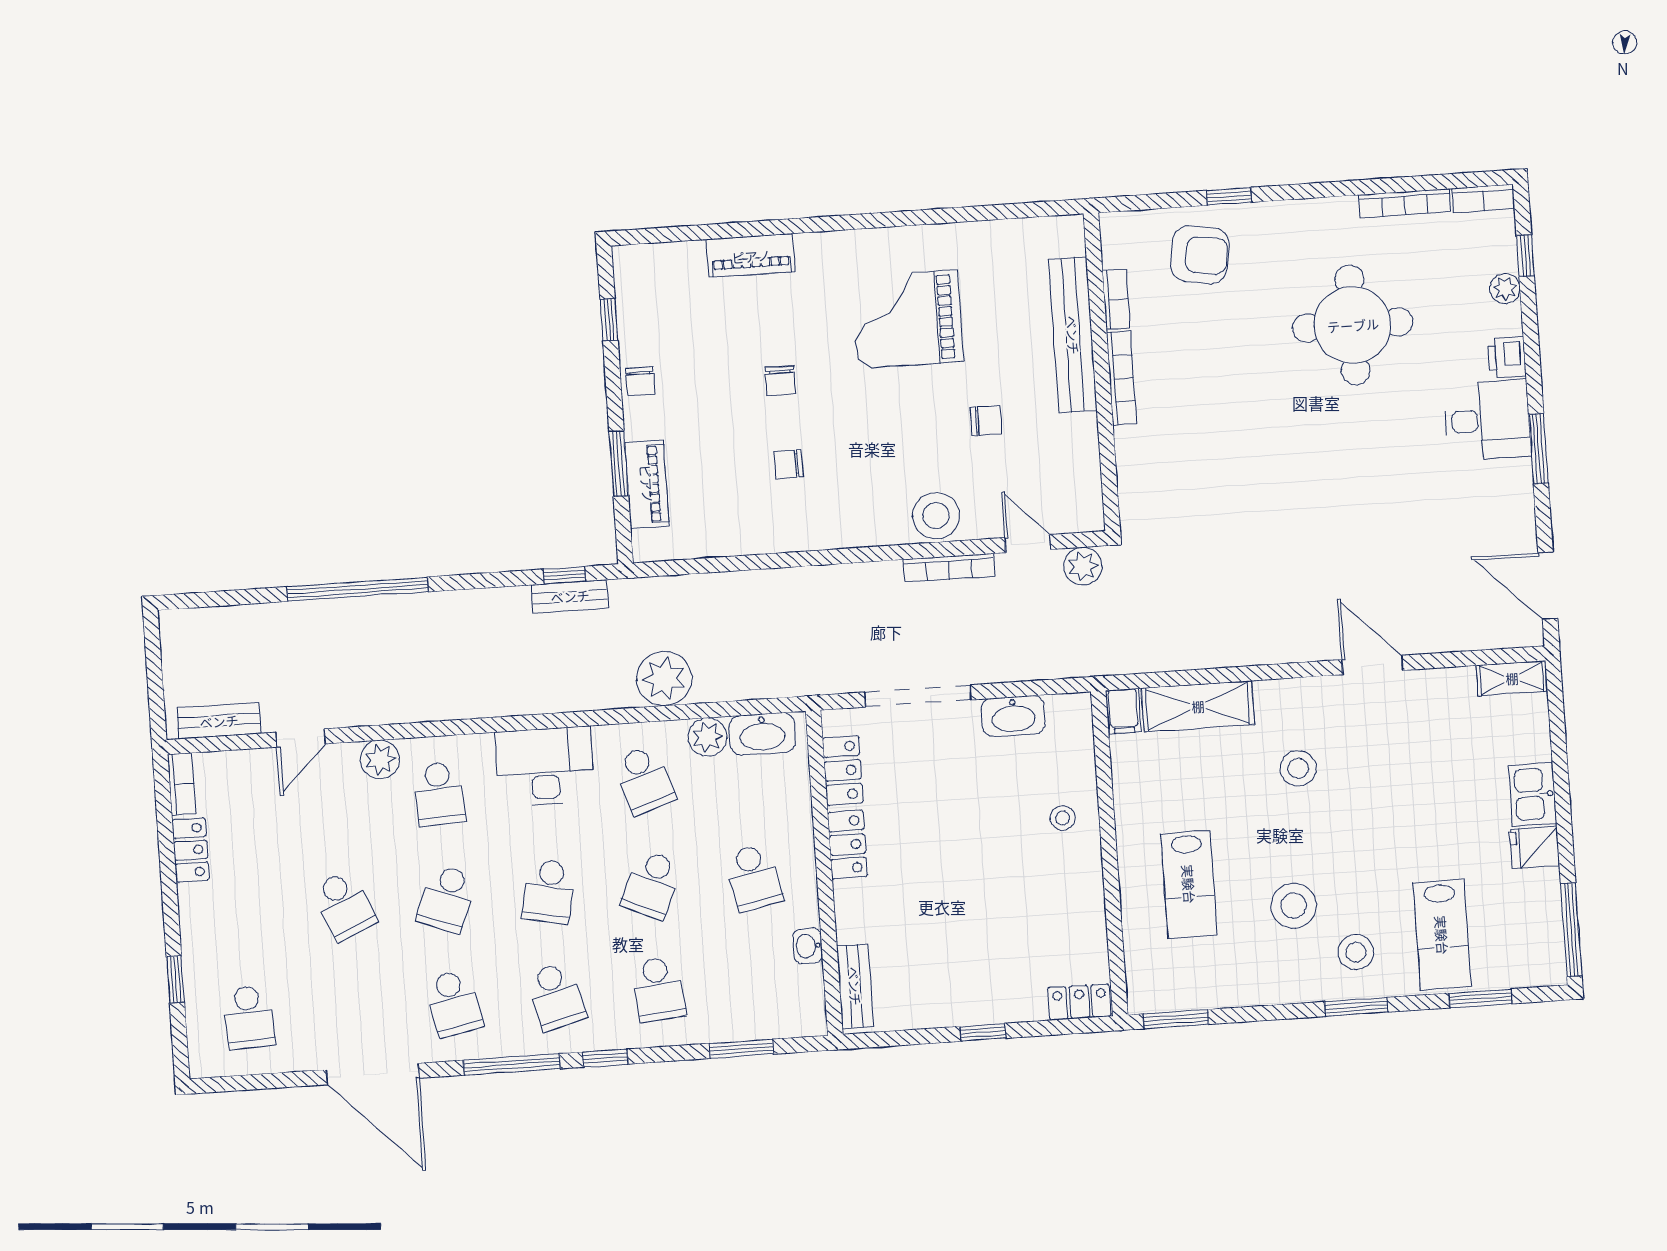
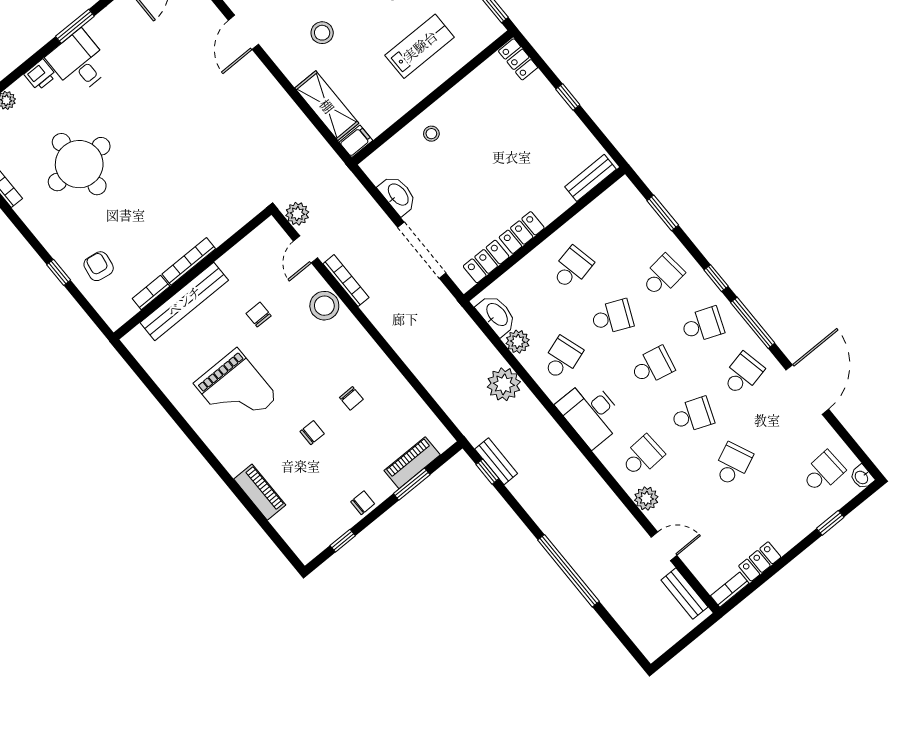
armchair: (1200, 255) -> (99, 266), width x0.72, depth x0.72
washbasin: (808, 946) -> (862, 477), moved, turned 90
school desk: (556, 996) -> (703, 325), turned 36

